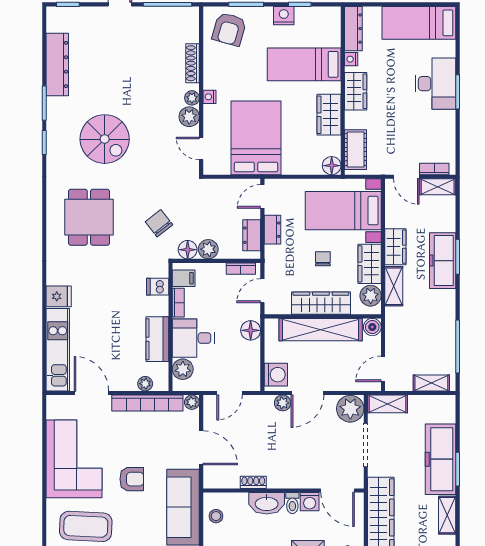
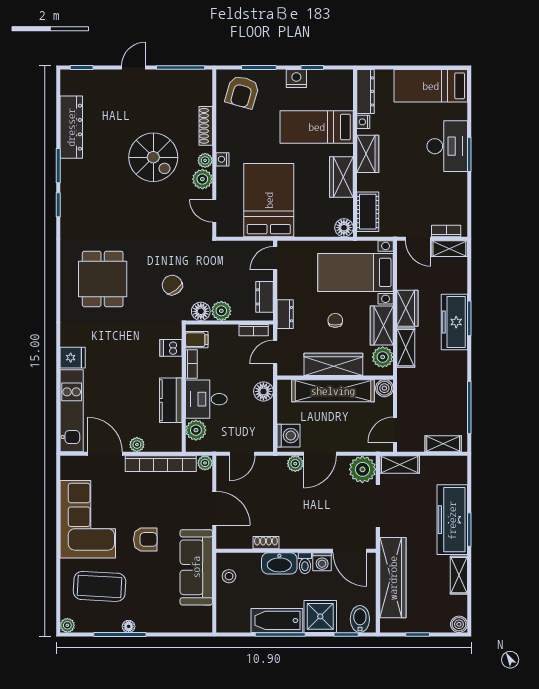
spiral stairs: (105, 139) -> (153, 157), moved
dresser: (272, 230) -> (285, 314), moved
plant: (145, 384) -> (137, 445), moved

